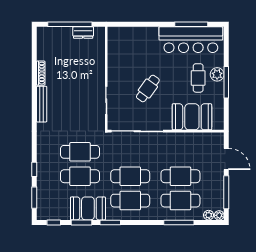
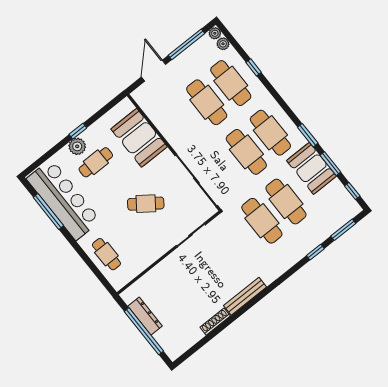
dresser: (83, 33) -> (145, 316), width x1.44
cafe table: (136, 39) -> (106, 254), added
window: (226, 82) -> (78, 131), width x0.46
window: (179, 222) -> (254, 67), width x0.46

